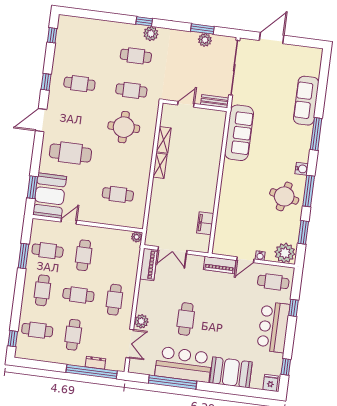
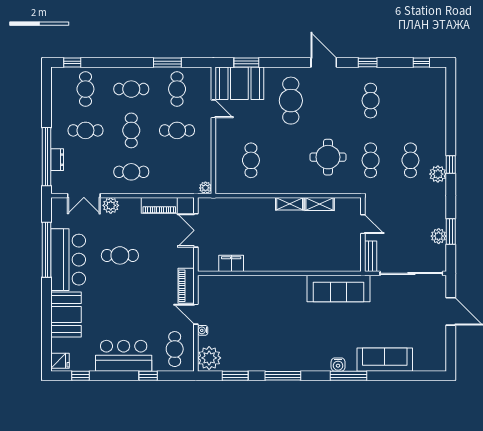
water cooler: (302, 169) -> (338, 365), moved
round table: (284, 196) -> (273, 349), removed
piano: (149, 265) -> (159, 205), moved

